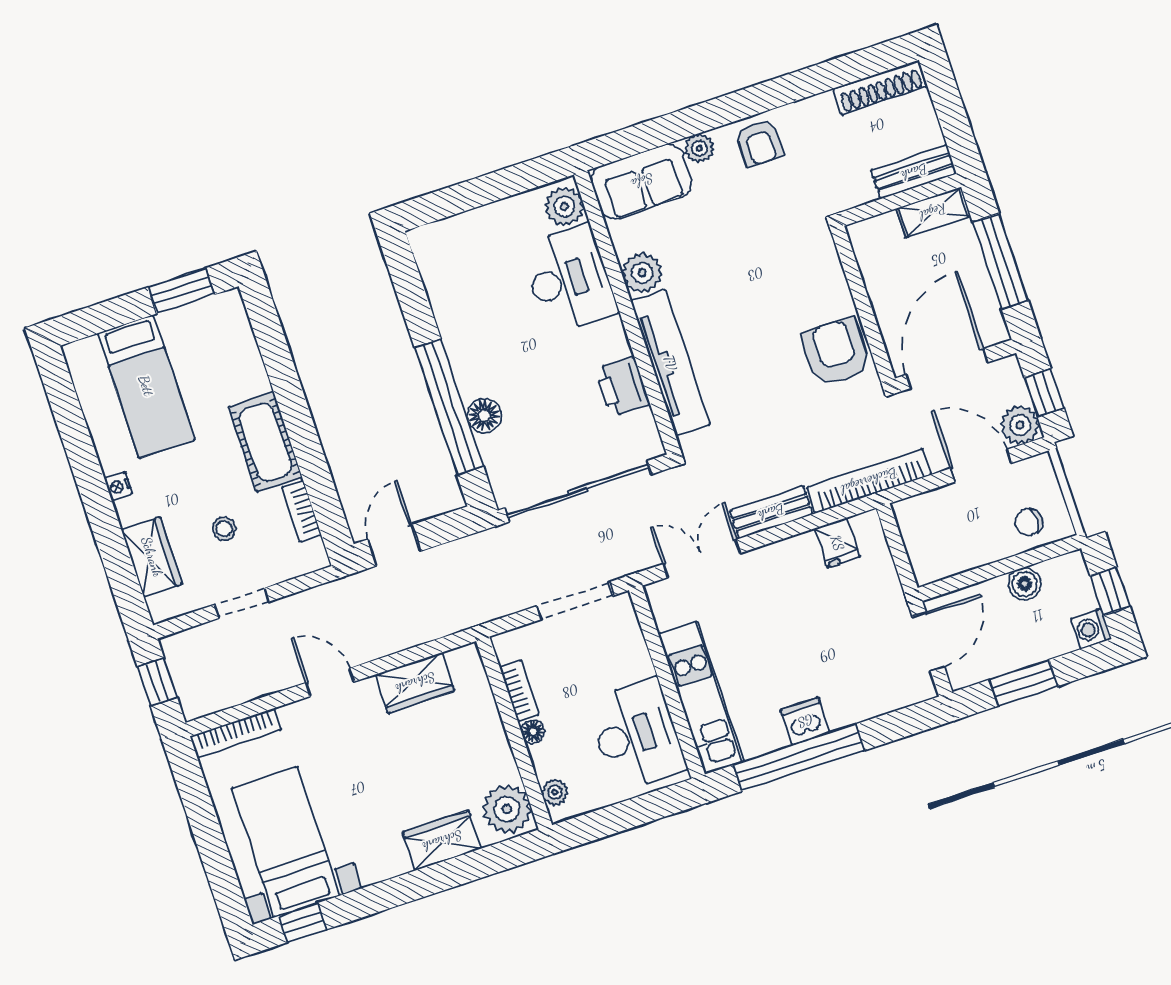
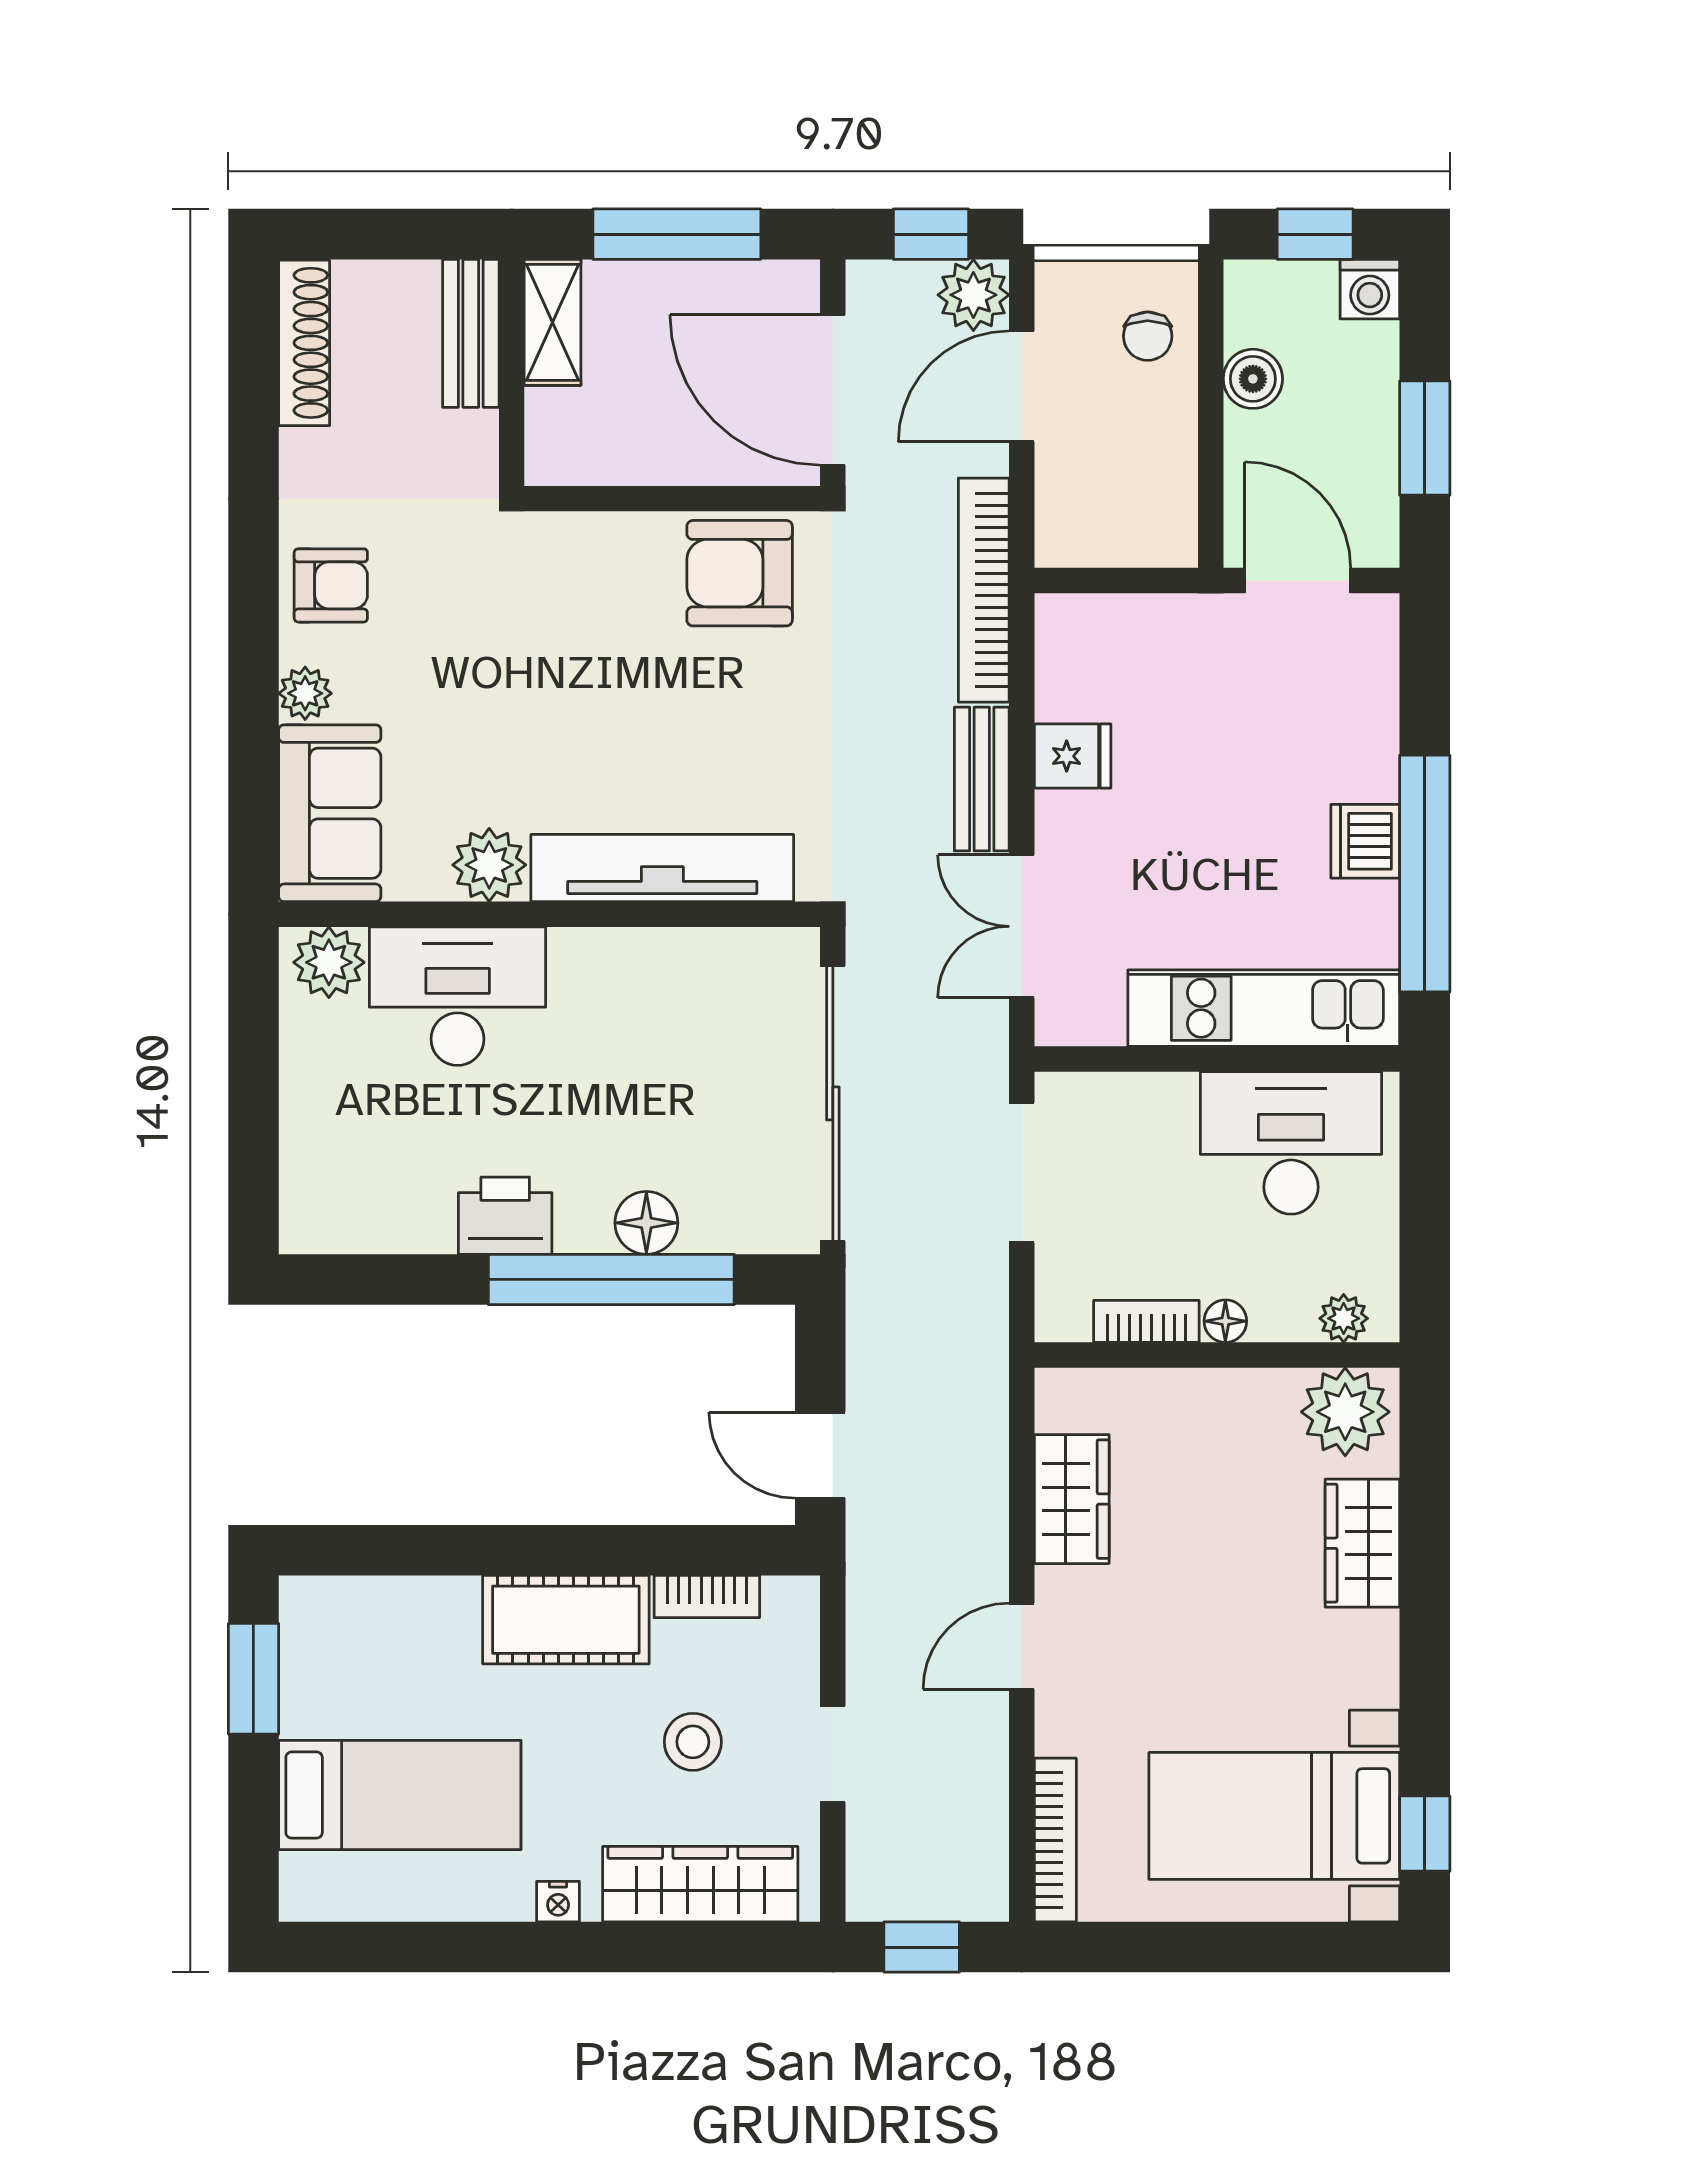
printer: (622, 387) -> (505, 1216), moved, turned 180
stool: (224, 529) -> (693, 1742), width x1.37, depth x1.37
fridge: (837, 543) -> (1073, 756), moved
wardrobe: (152, 557) -> (700, 1884), width x1.50

